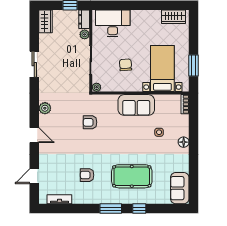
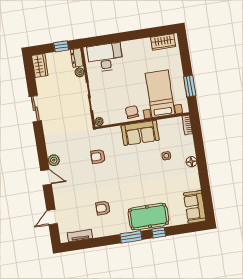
chair: (126, 65) -> (132, 112), moved
plant: (45, 108) -> (54, 160), moved
pool table: (132, 176) -> (148, 217), moved

